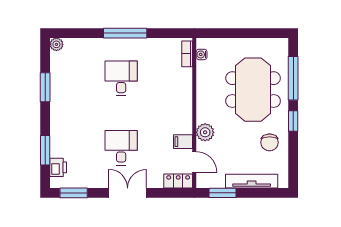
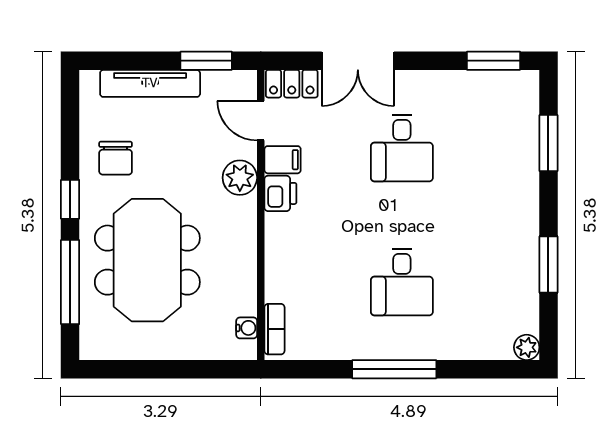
chair: (270, 142) -> (116, 158), turned 180
printer: (58, 167) -> (280, 193), moved, turned 180
double door: (128, 193) -> (358, 61), moved

